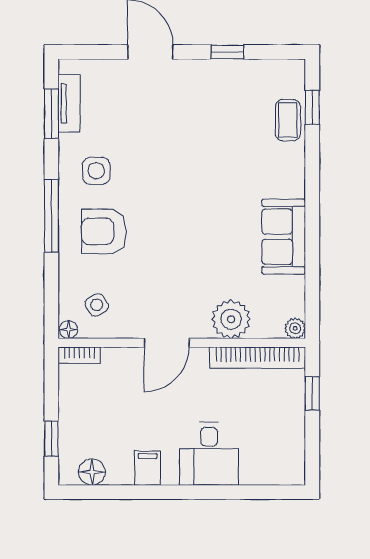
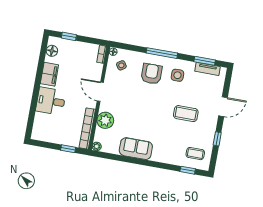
coffee table: (288, 120) -> (195, 154), moved
coffee table: (182, 135) -> (186, 114), added
filing cabinet: (147, 468) -> (49, 74), width x2.00

